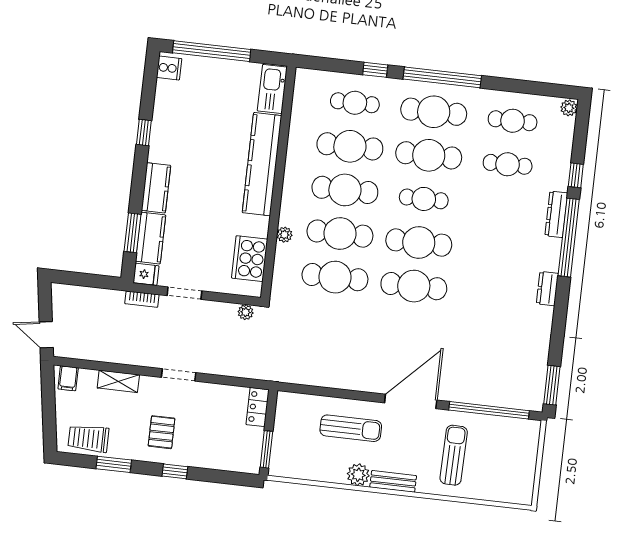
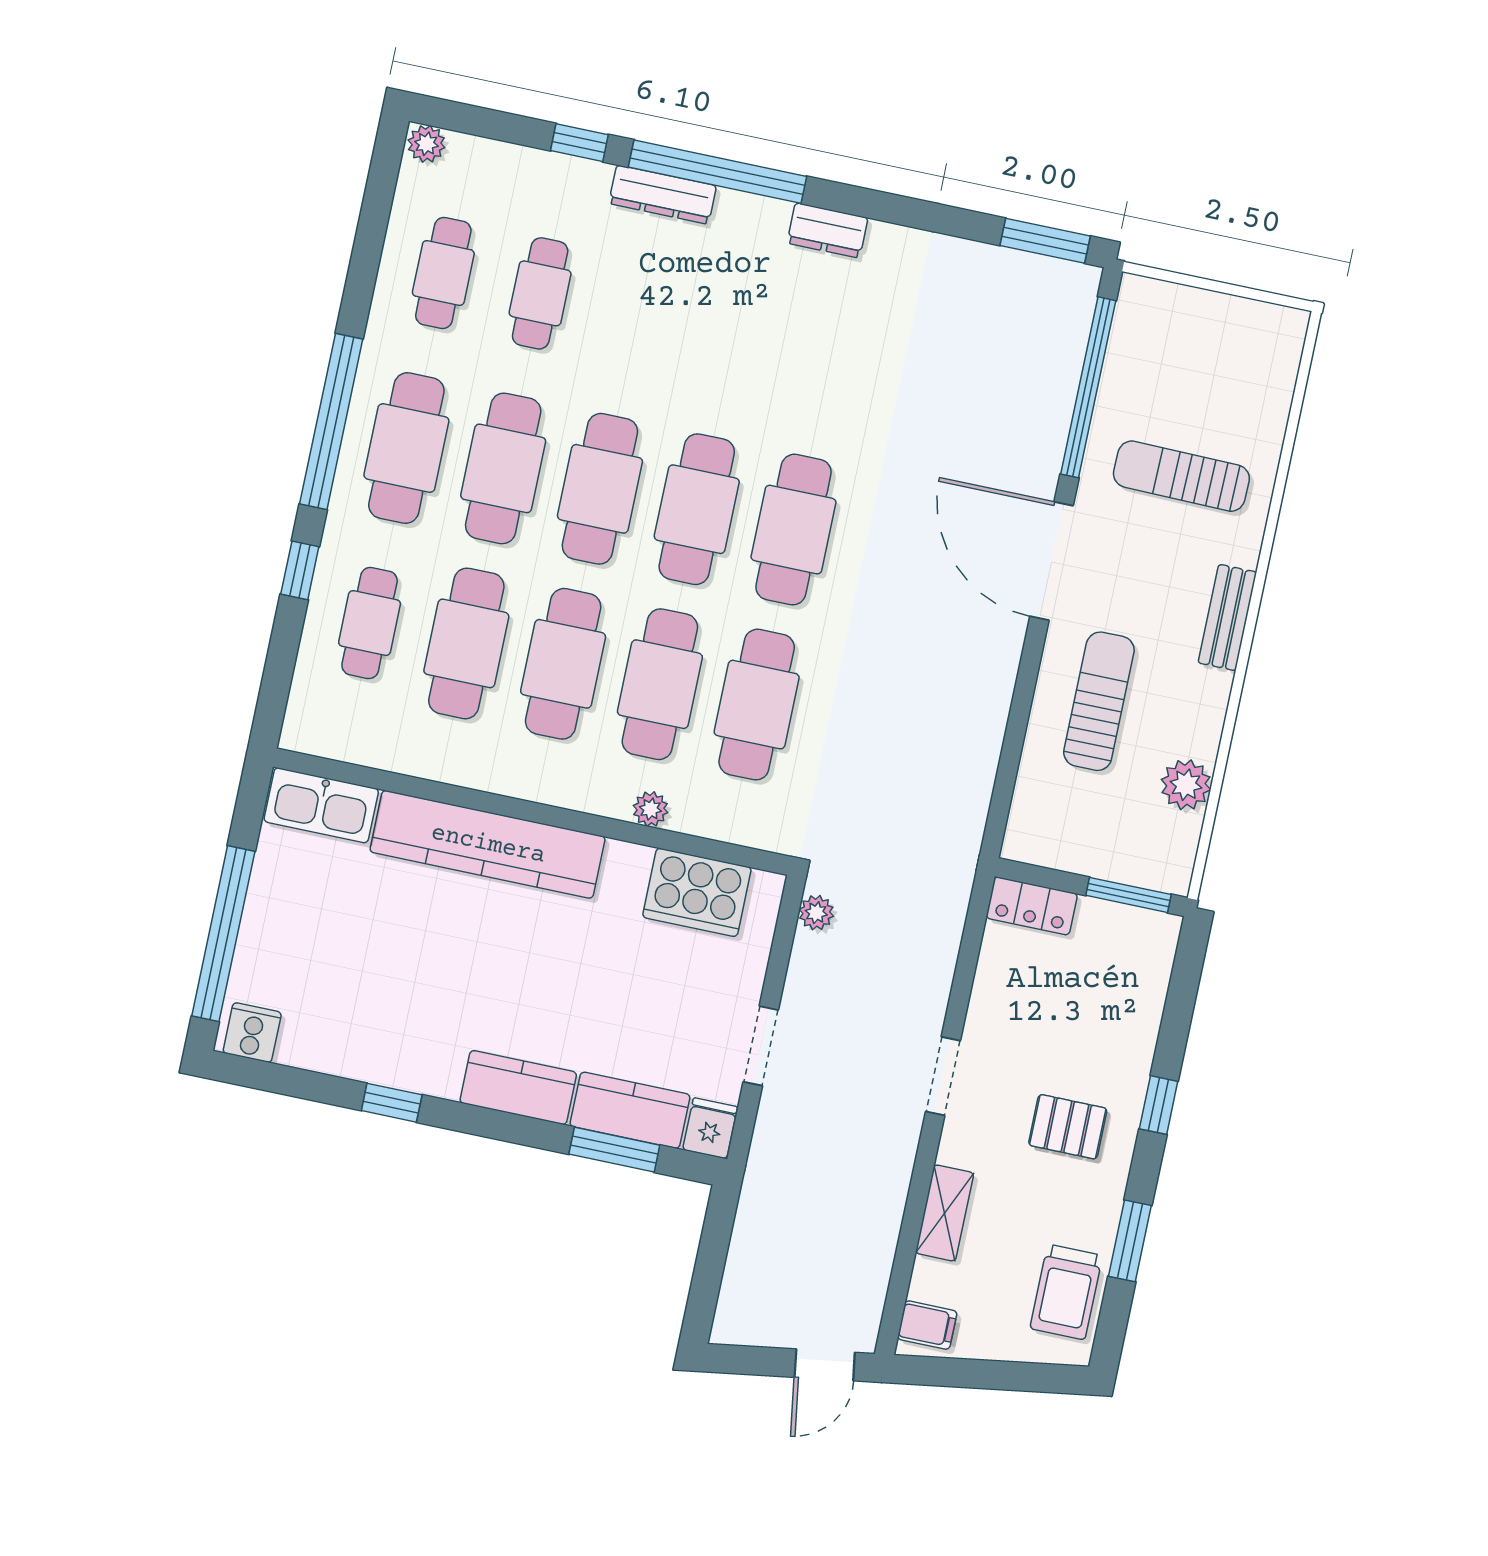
cafe table: (424, 199) -> (600, 489), width x1.37, depth x1.35
bookcase: (142, 299) -> (765, 1143), removed
plant: (358, 475) -> (1186, 785), moved

